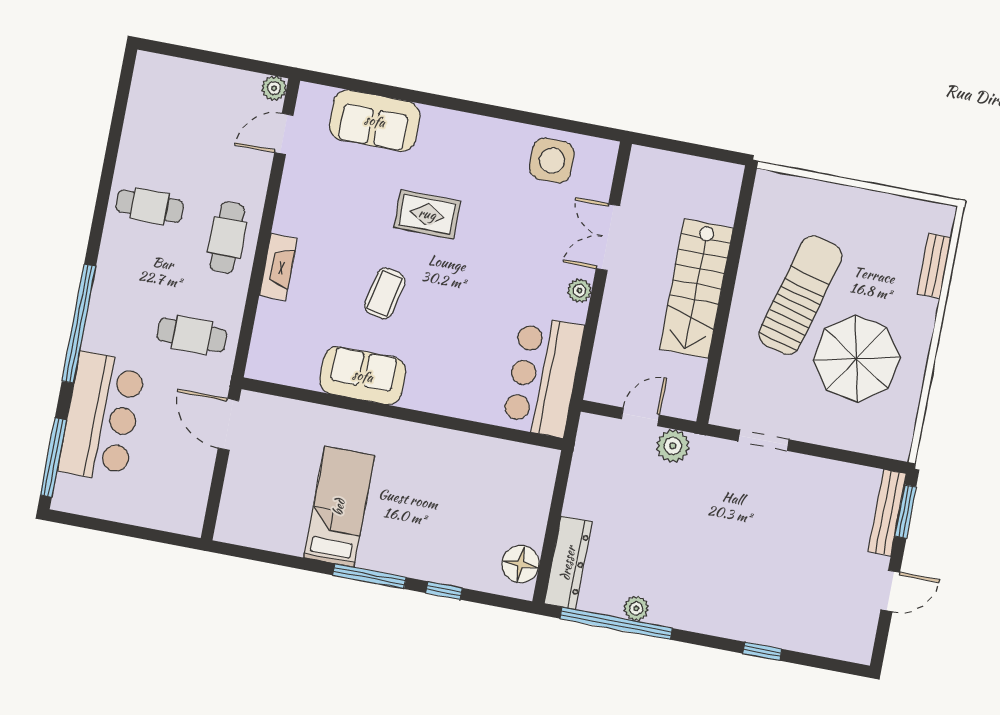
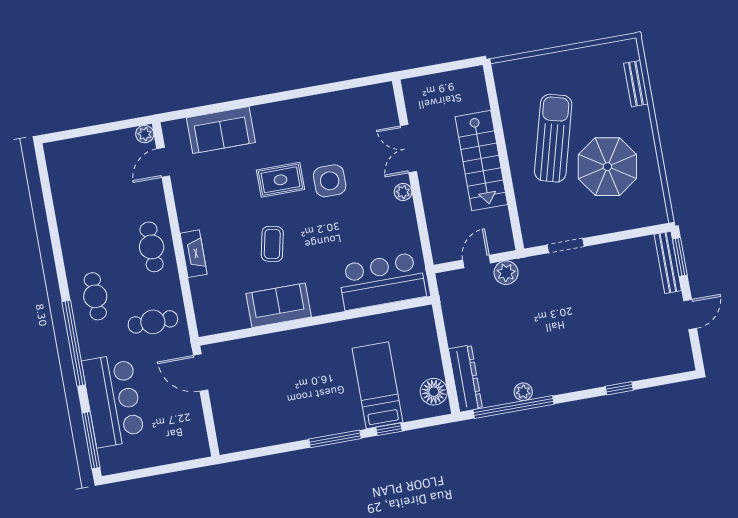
side table: (552, 161) -> (330, 181), moved
cafe table: (150, 206) -> (95, 296), moved, turned 90
bar counter: (543, 376) -> (382, 281), moved, turned 90
bed: (339, 507) -> (377, 385), moved

